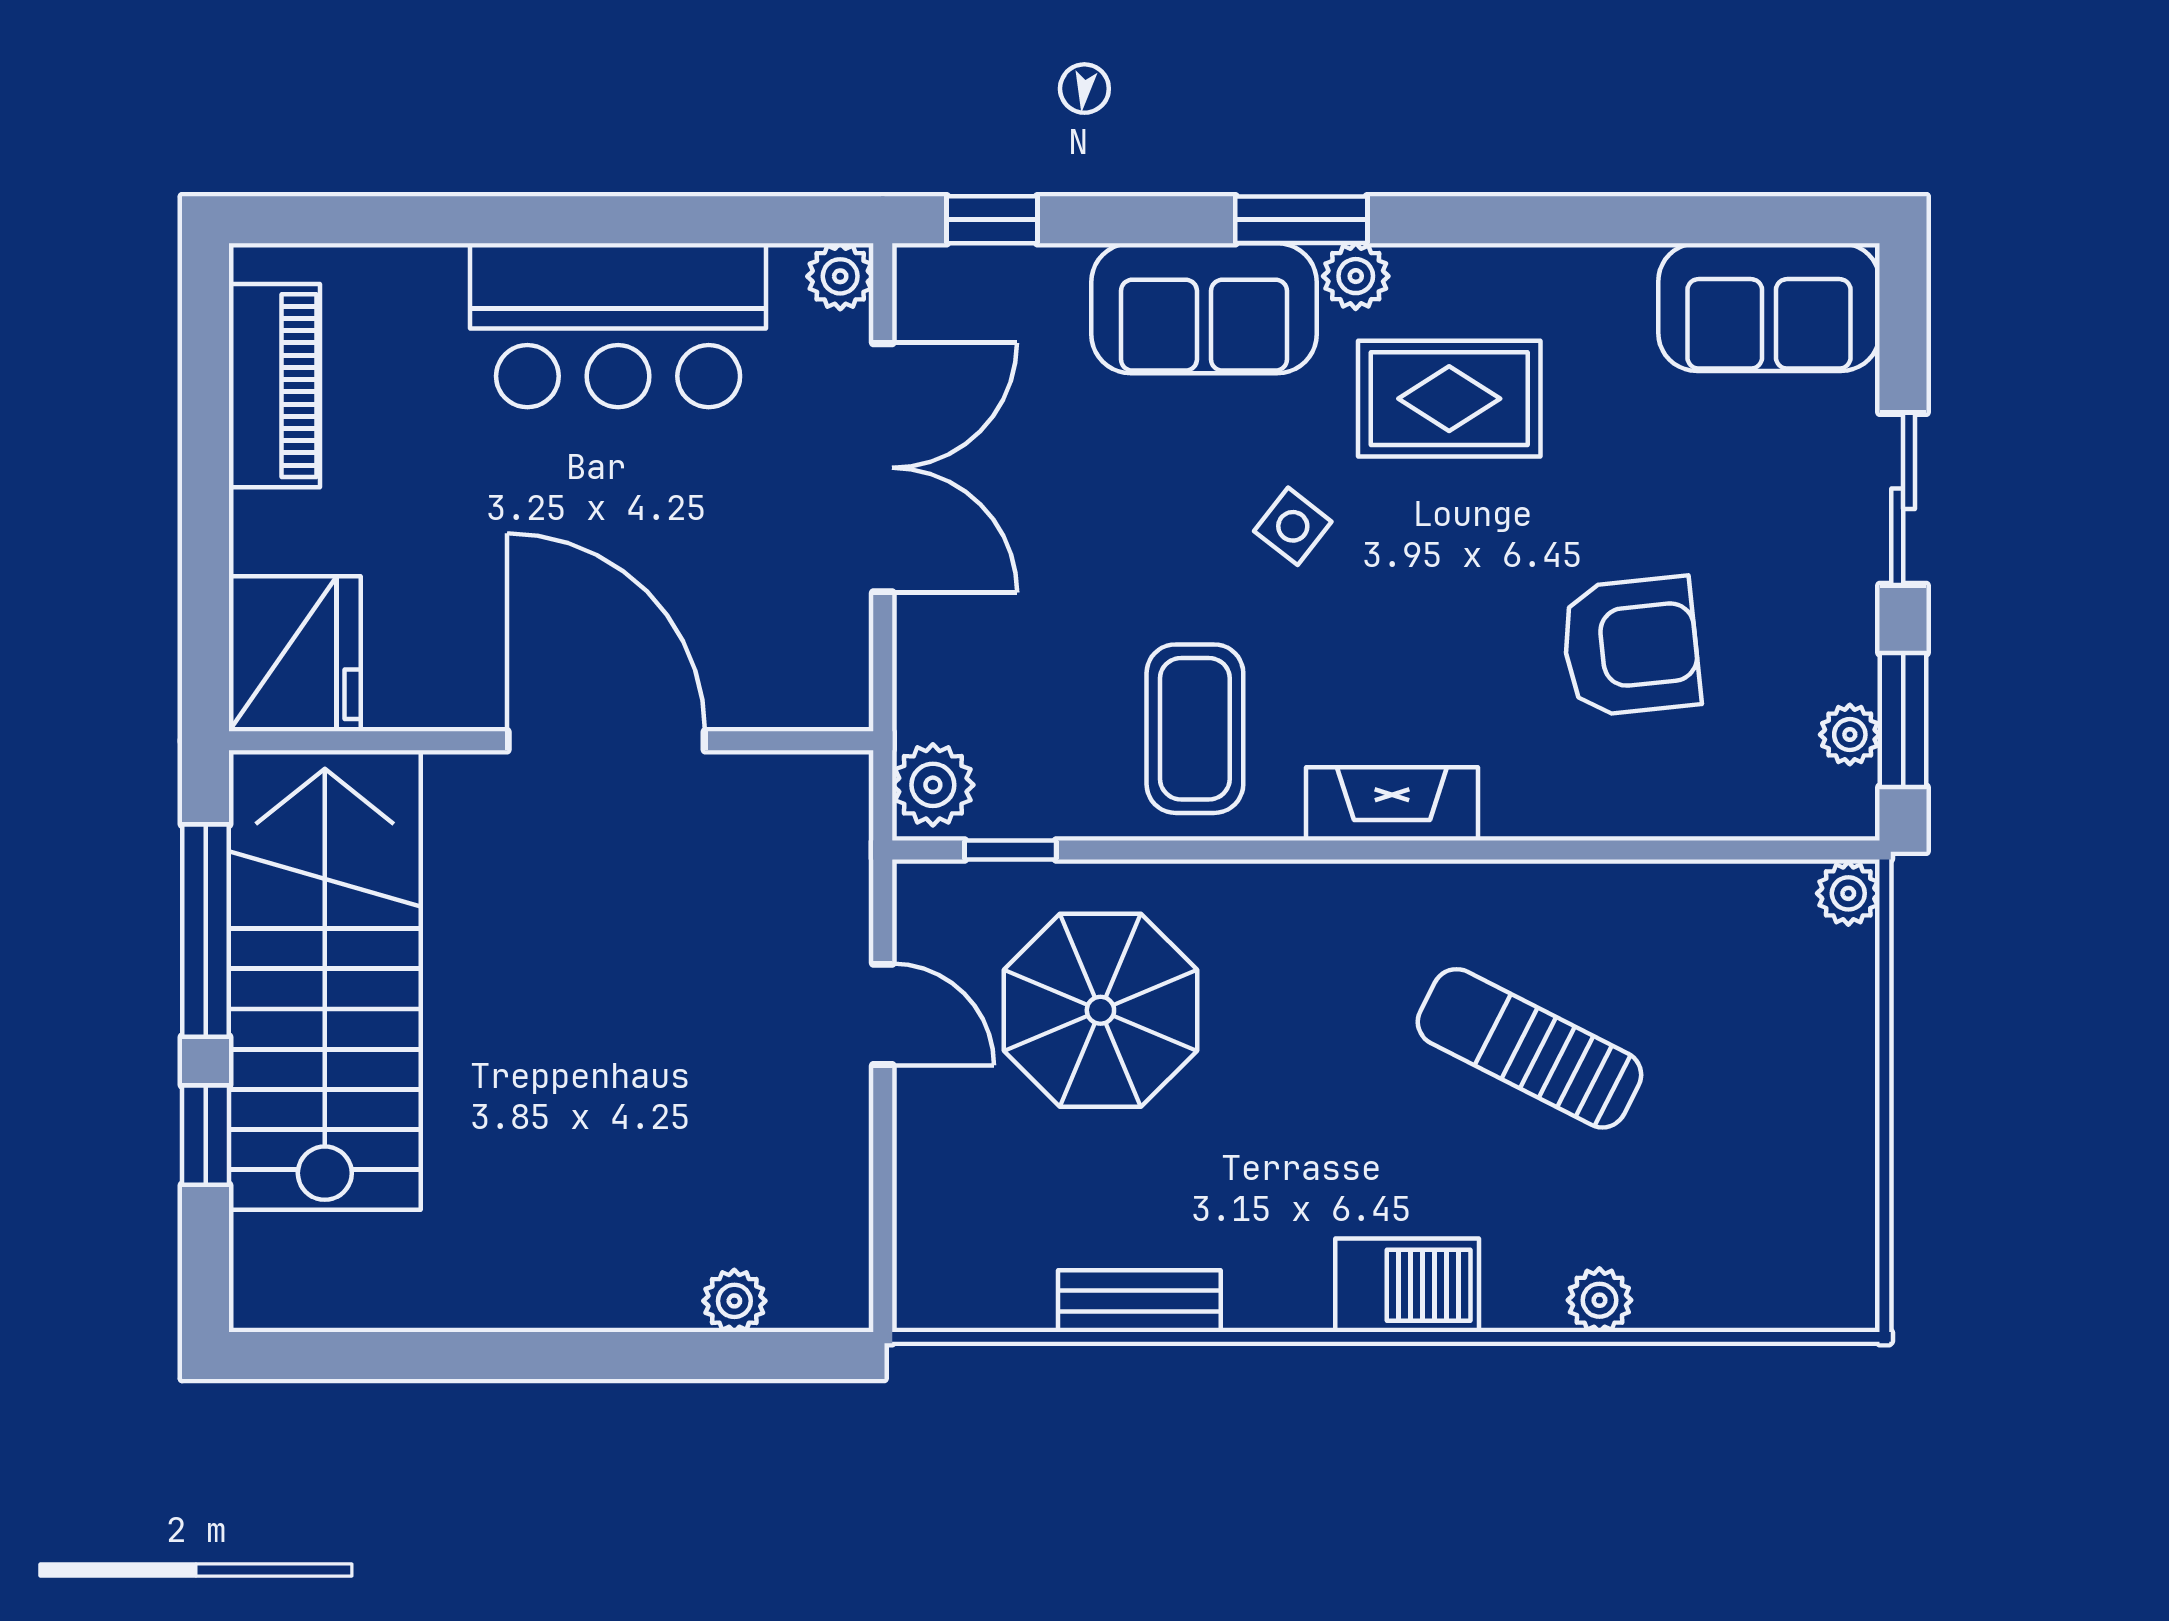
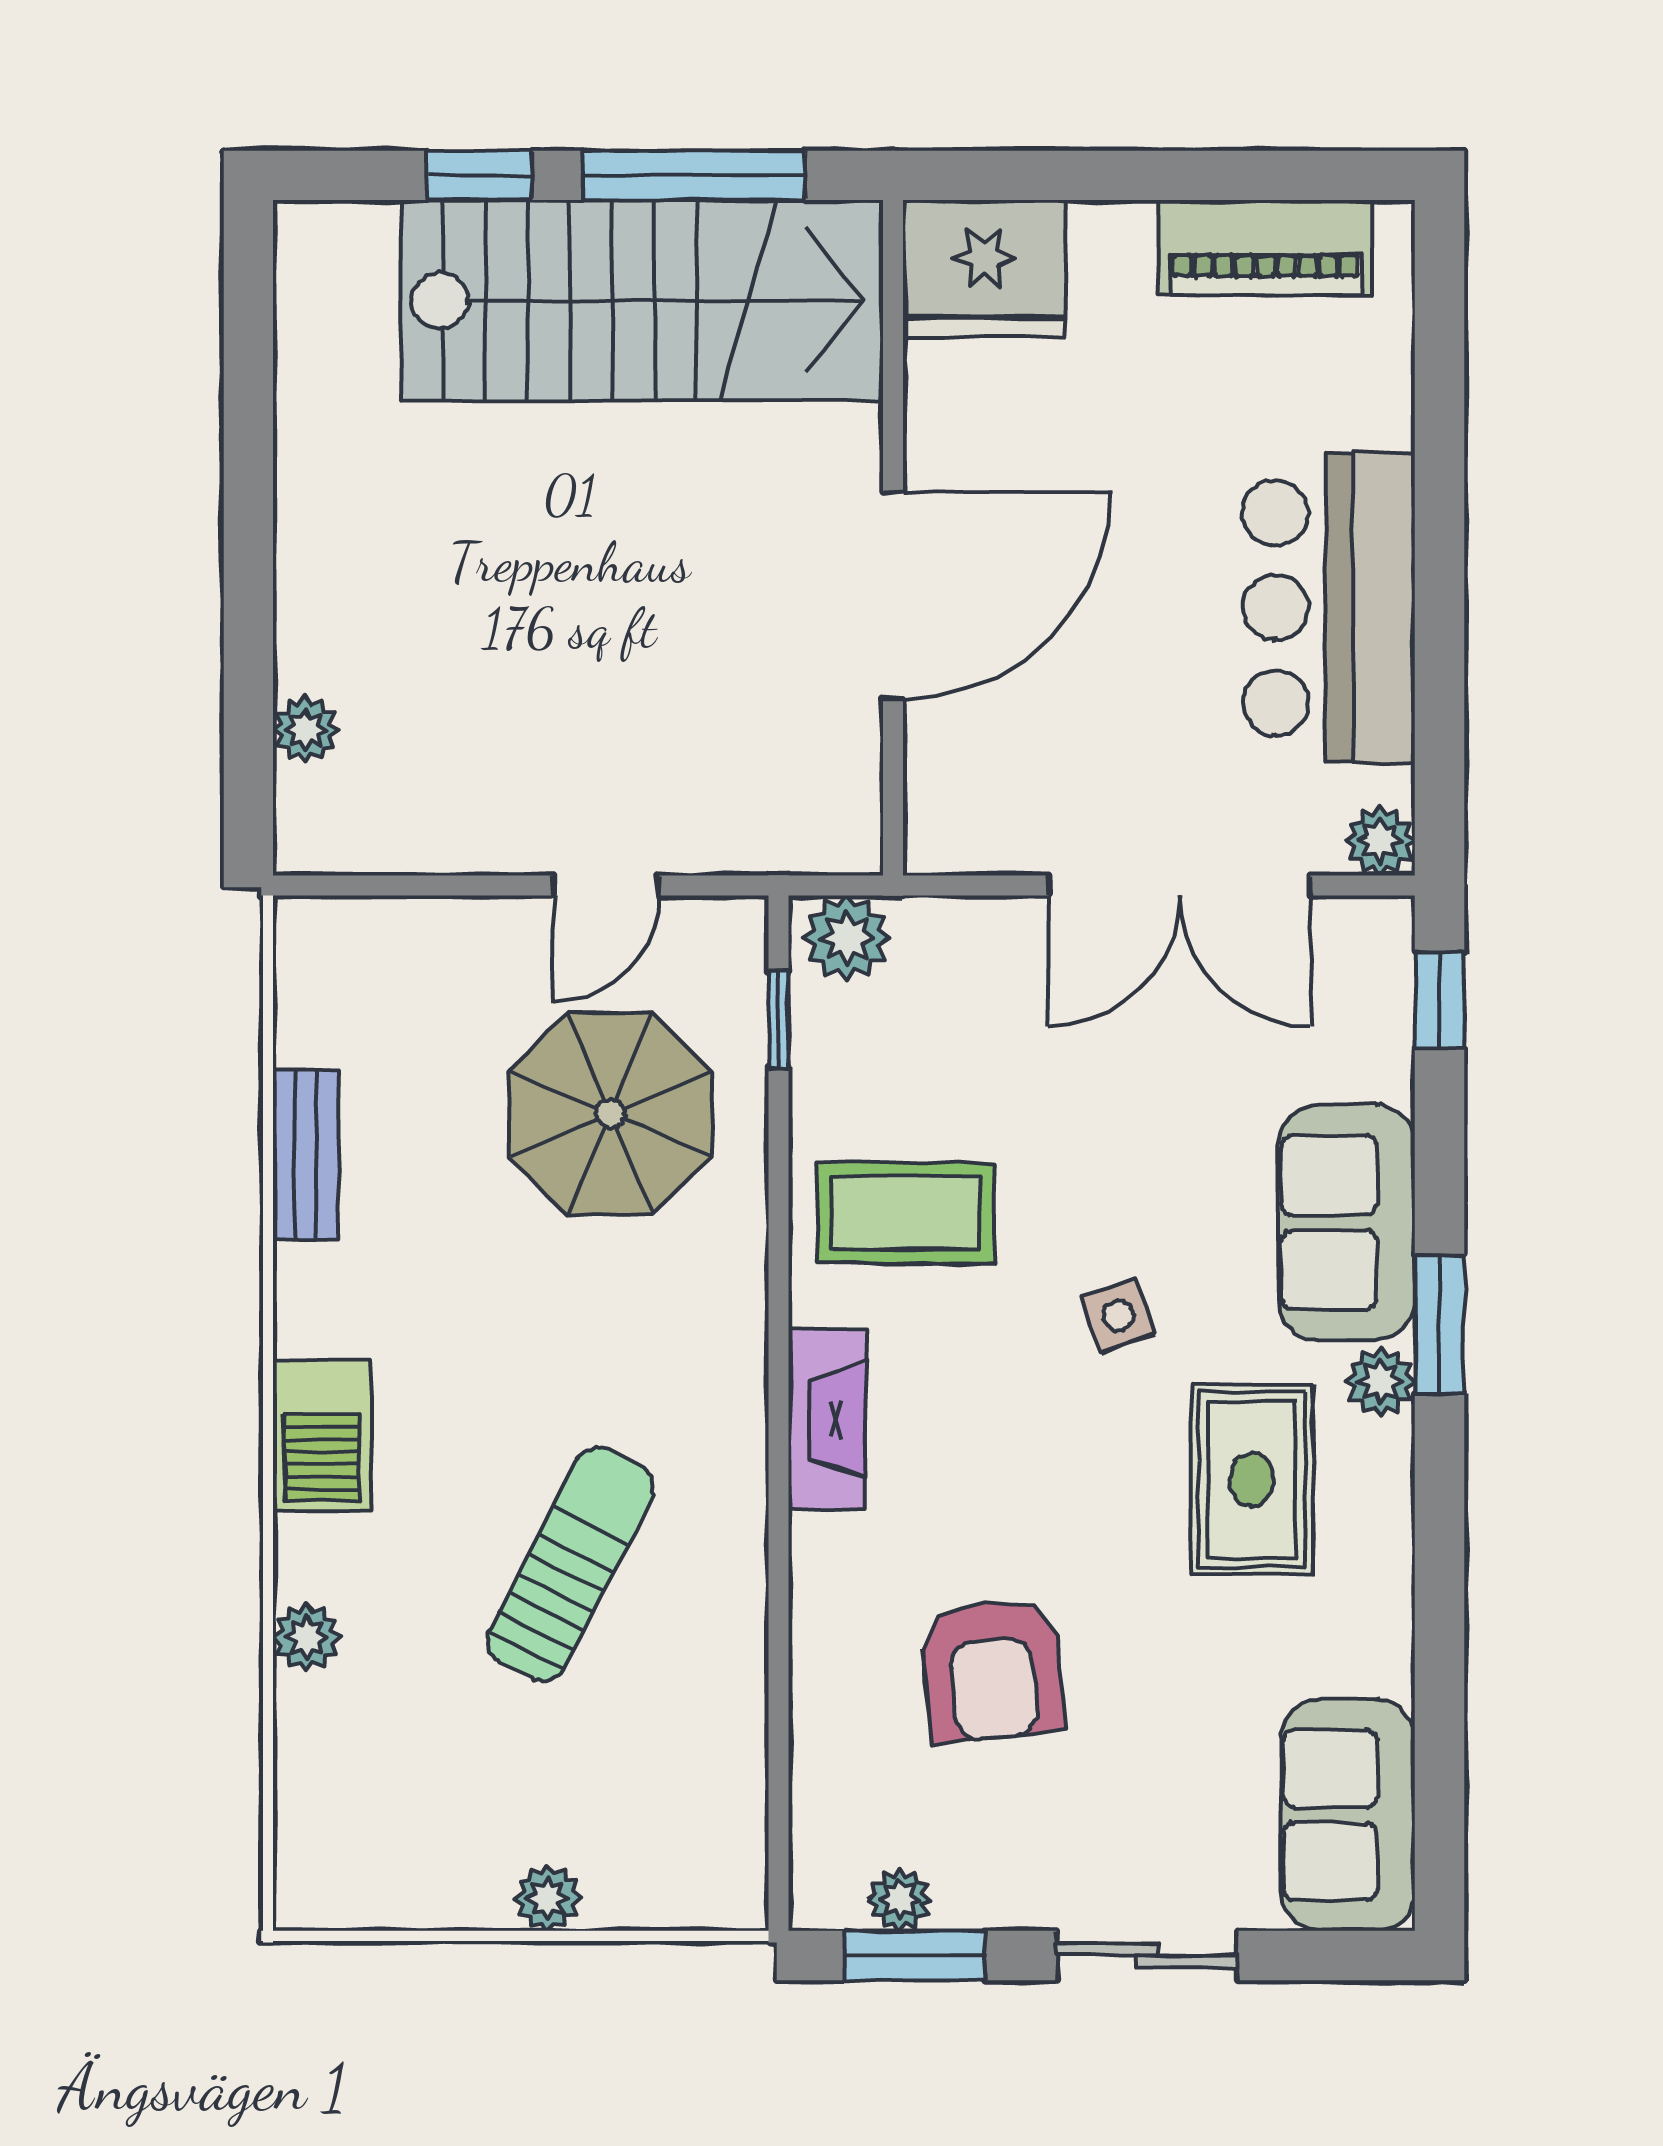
side table: (1293, 526) -> (1118, 1316), turned 33
plant: (1848, 893) -> (548, 1898), moved

